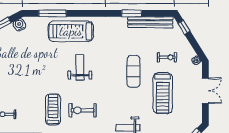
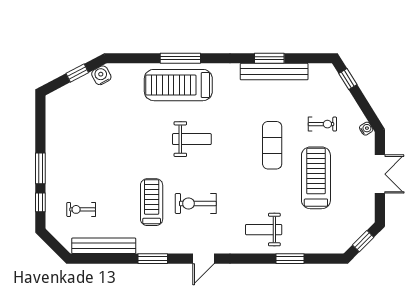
window: (52, 13) -> (180, 58), moved
bench: (150, 22) -> (274, 72), moved
weight bench: (80, 67) -> (192, 139), turned 90
treadmill: (163, 93) -> (316, 178), turned 180

